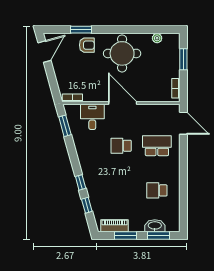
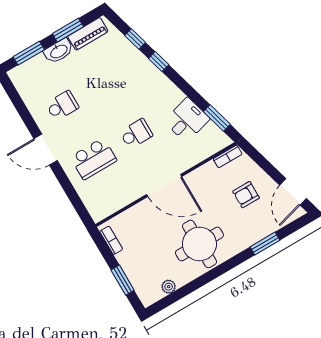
armchair: (87, 45) -> (246, 195), moved
desk: (92, 117) -> (187, 120), moved, turned -105
door: (183, 123) -> (46, 150), moved
washbasin: (155, 226) -> (59, 51), moved

